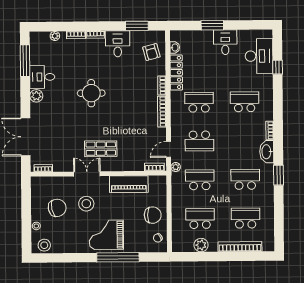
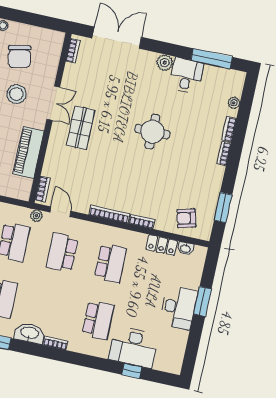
desk: (225, 42) -> (179, 307), width x1.37
desk: (118, 44) -> (206, 179), removed
desk: (259, 56) -> (134, 347), moved
locker: (176, 72) -> (162, 245), width x0.66

